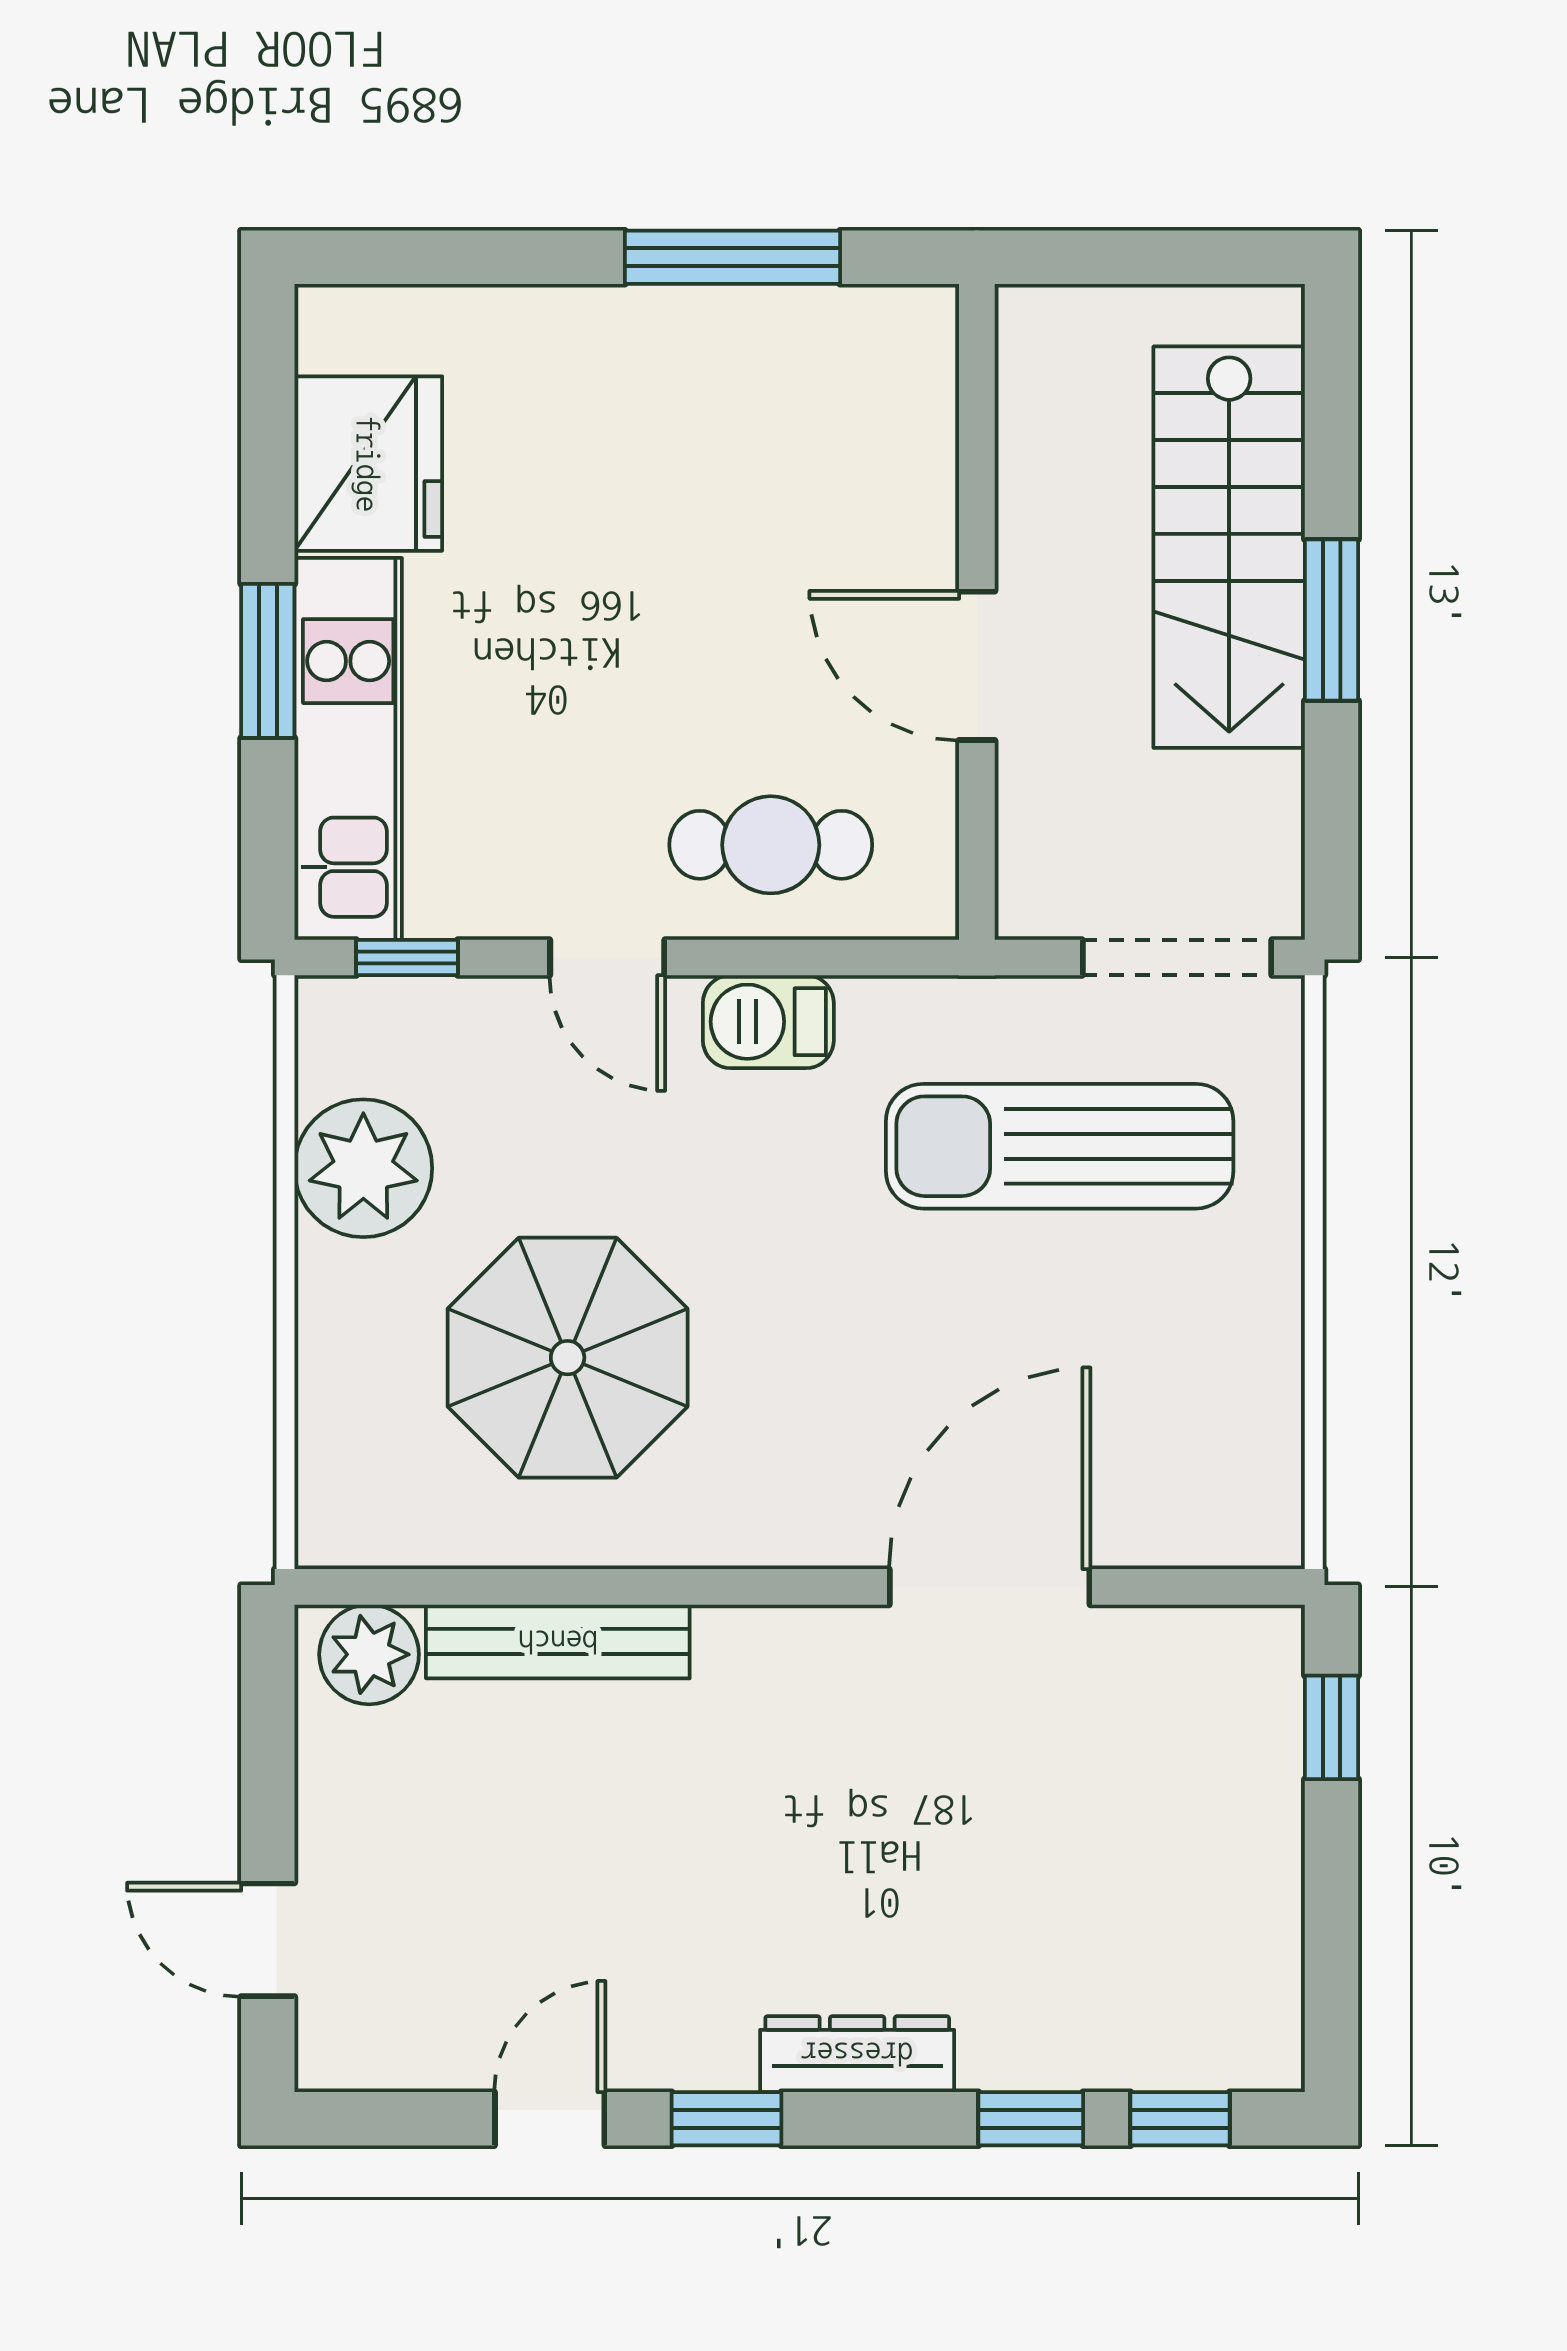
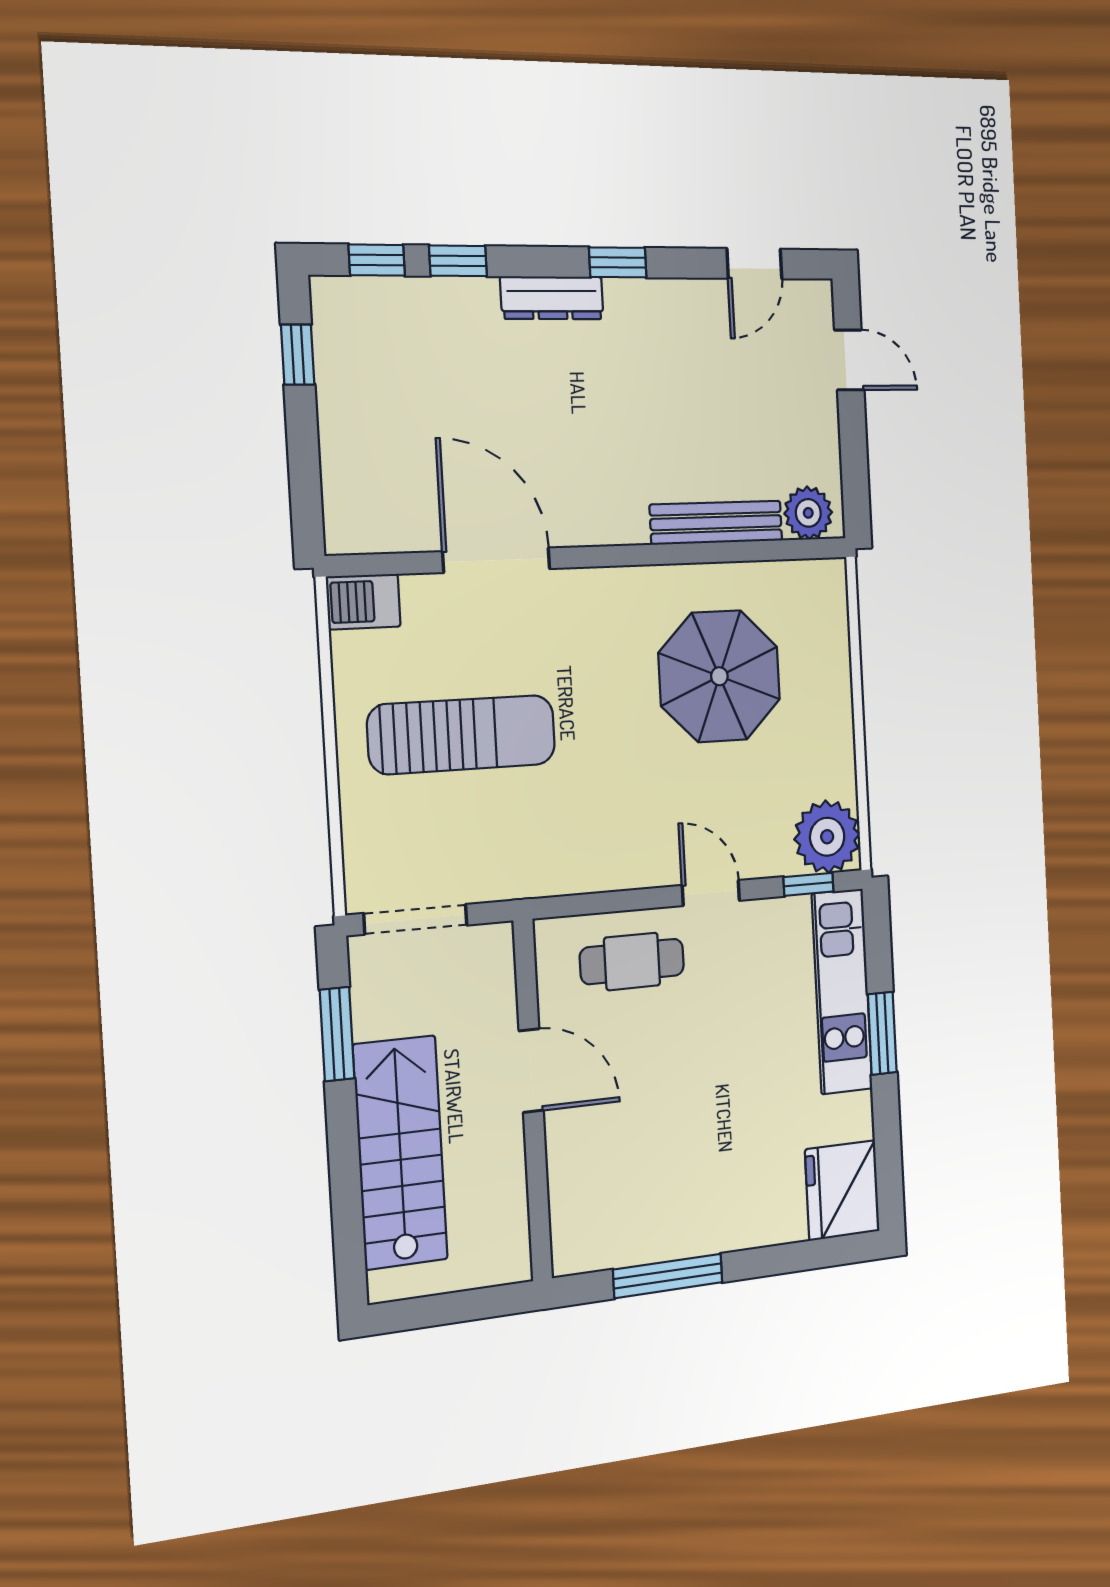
fridge: (368, 464) -> (842, 1190), moved
window: (1331, 620) -> (337, 1034), moved
barbecue: (768, 1022) -> (363, 602), moved, turned 180
sun lounger: (1060, 1146) -> (462, 735), moved
plant: (363, 1168) -> (827, 837), moved
door: (990, 1587) -> (496, 560), swing flipped
window: (1331, 1727) -> (298, 355), moved
door: (550, 2119) -> (754, 264), moved

